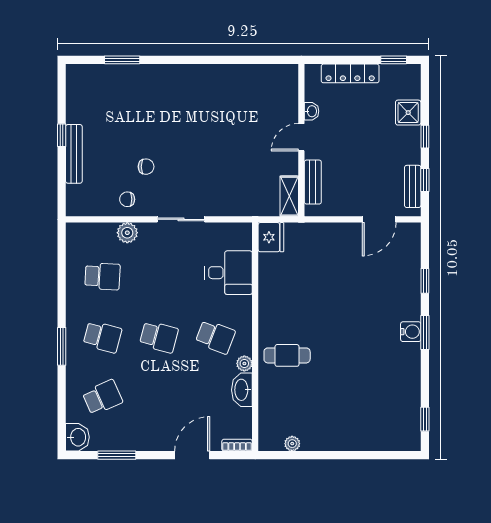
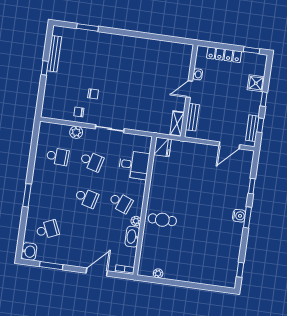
bench: (74, 154) -> (54, 54), moved
school desk: (102, 337) -> (92, 161), moved

